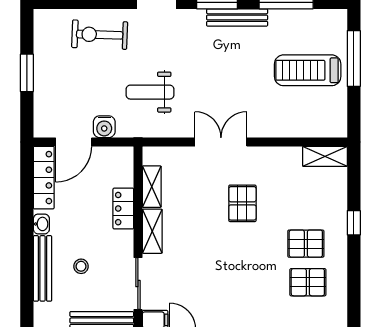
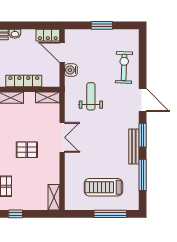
treadmill: (308, 70) -> (103, 187), turned -90
locker: (44, 178) -> (48, 35), width x0.66
shelving: (152, 187) -> (48, 97), moved
locker: (123, 209) -> (24, 81), width x1.53

